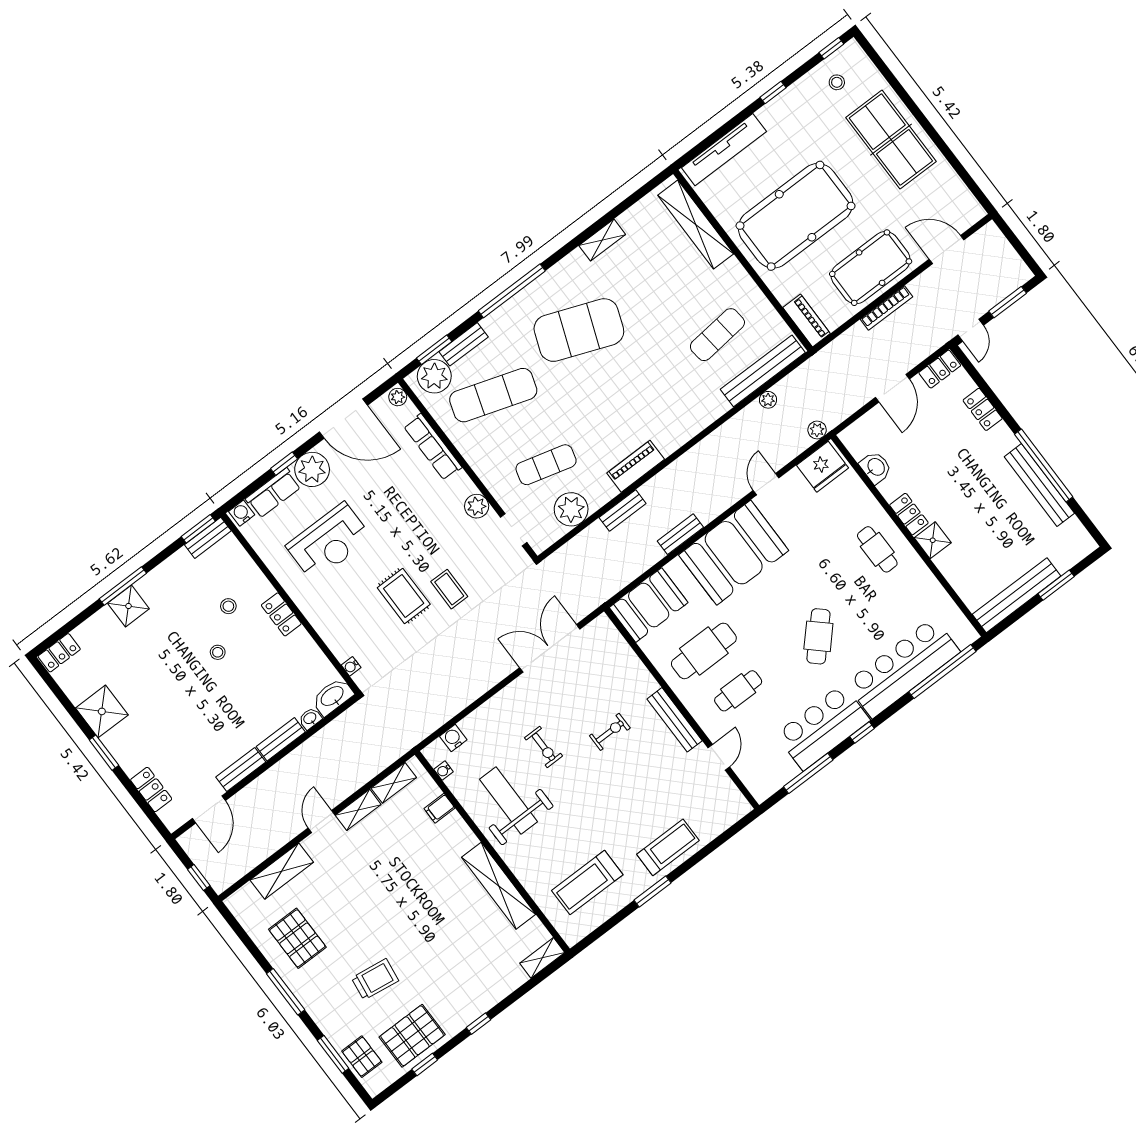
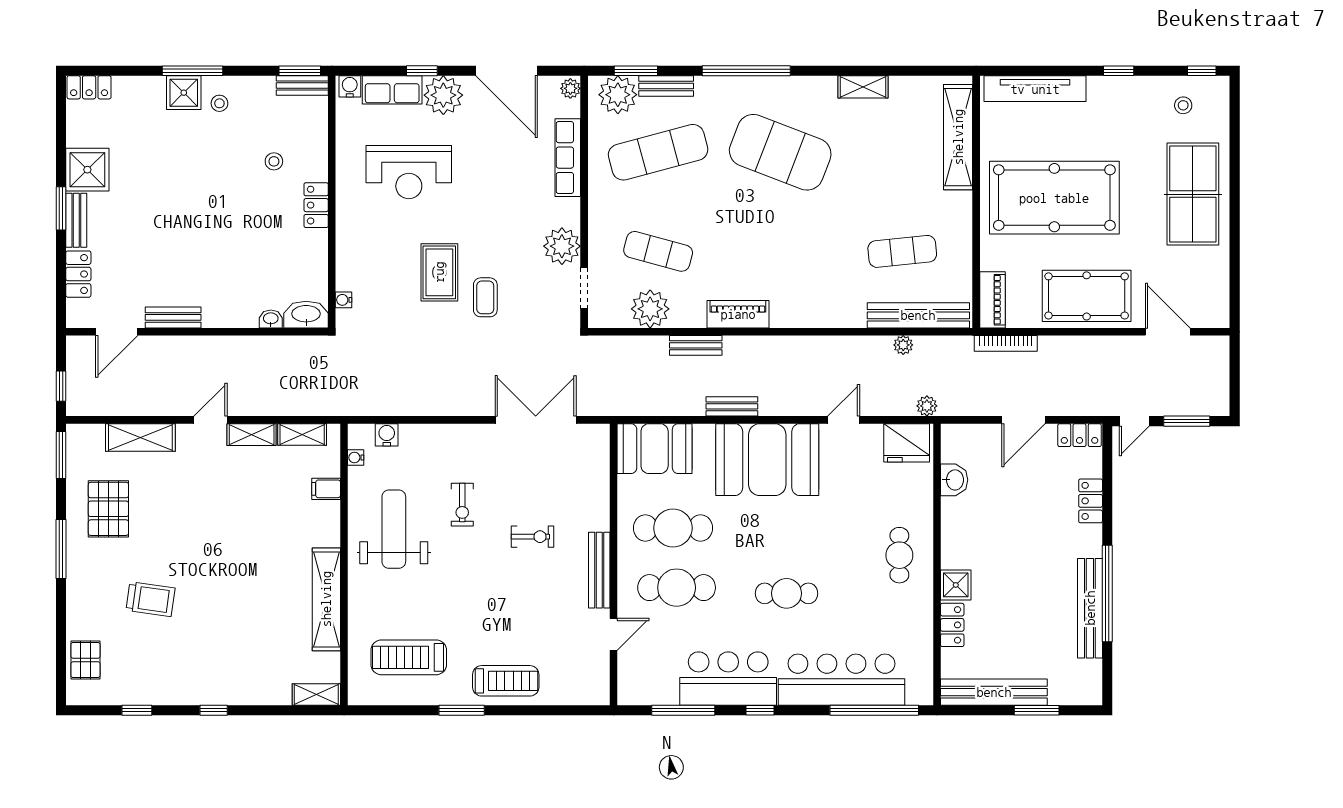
bookcase: (887, 308) -> (1006, 343), moved
exercise mat: (493, 395) -> (658, 152), turned -33
plant: (477, 506) -> (562, 246), width x1.36, depth x1.36
locker: (909, 514) -> (952, 625), moved
cafe table: (818, 636) -> (787, 593), turned 47
stool: (218, 652) -> (219, 103), moved
cafe table: (738, 691) -> (677, 588), width x1.37, depth x1.35
bench: (281, 739) -> (76, 220), moved, turned 90
pallet: (412, 1036) -> (145, 676), removed
window: (333, 1054) -> (61, 455), moved

